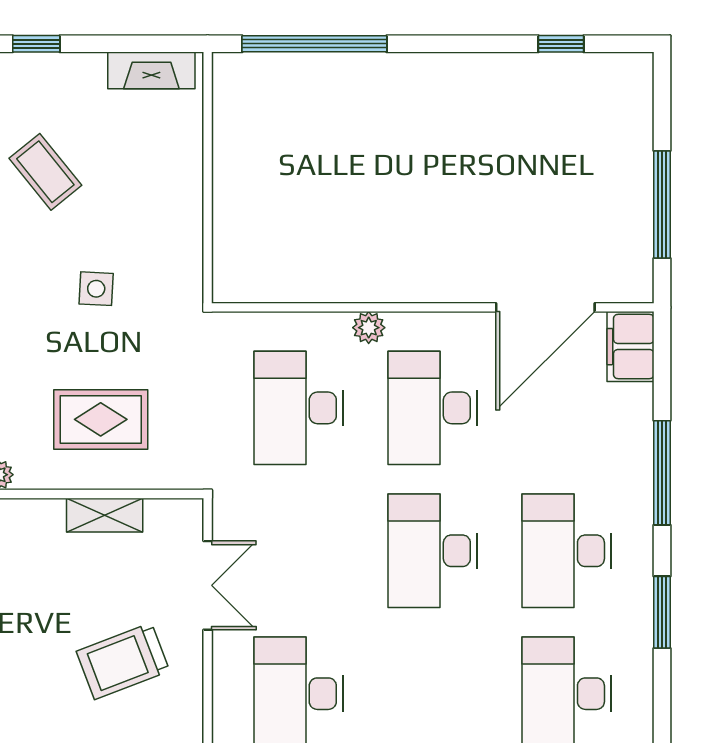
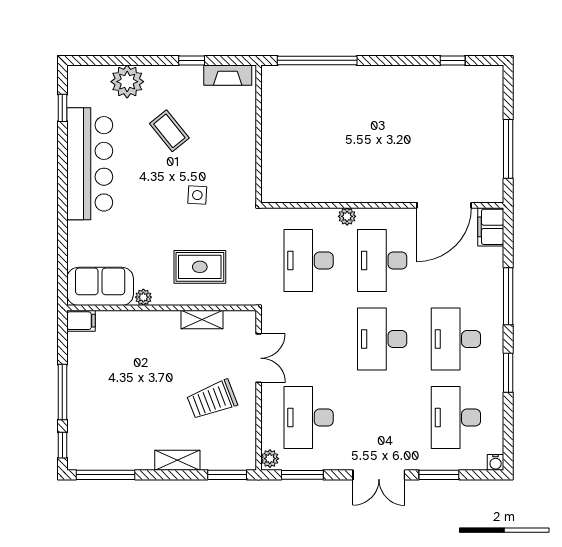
window: (36, 44) -> (192, 60), moved

